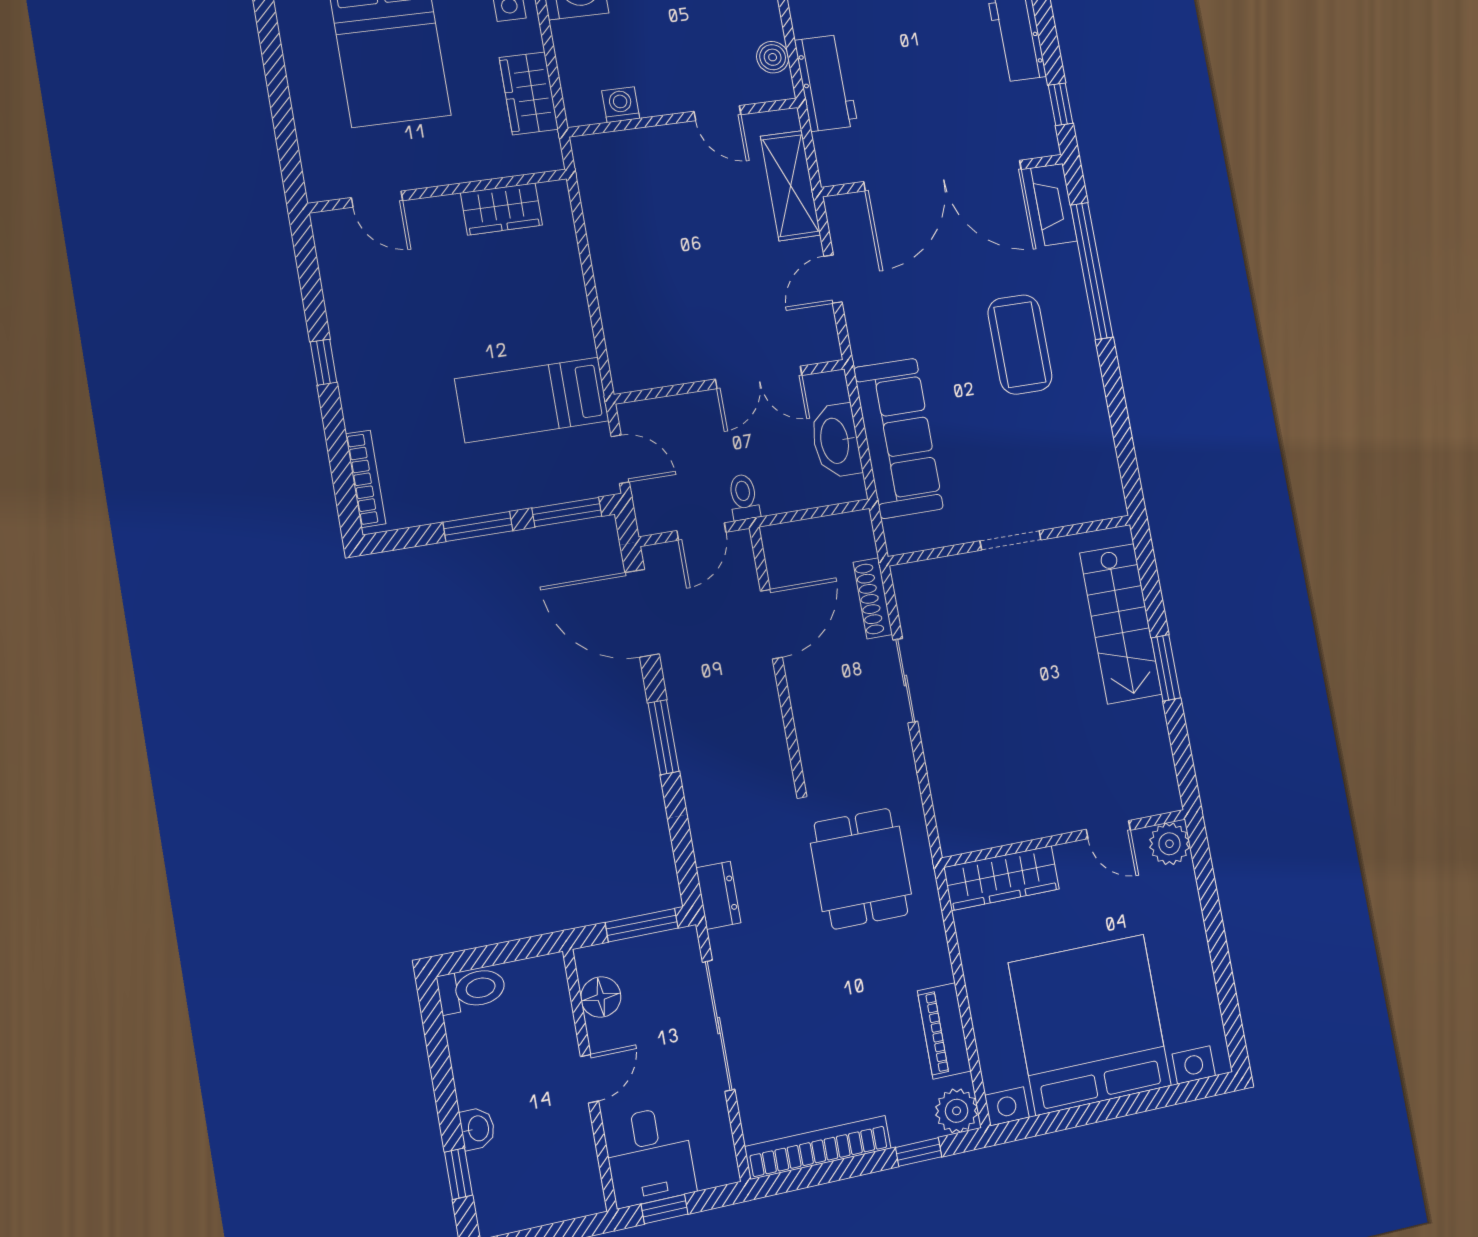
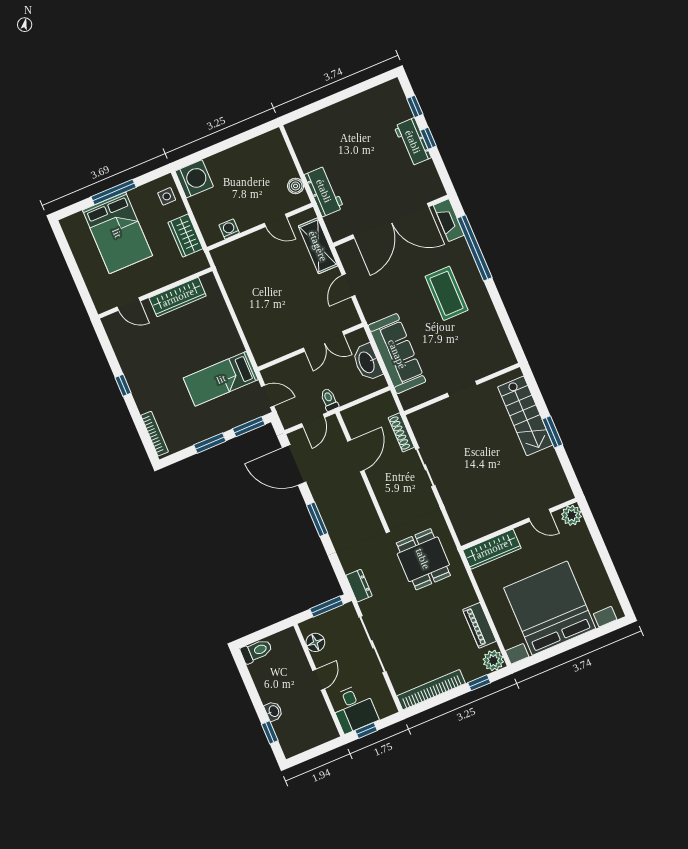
window: (1061, 104) -> (428, 138), moved
wardrobe: (501, 209) -> (178, 297), width x1.50

